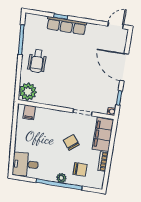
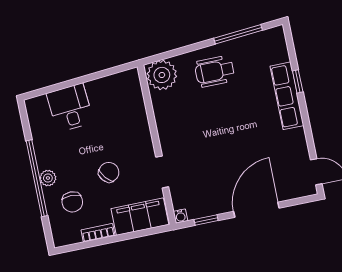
filing cabinet: (29, 112) -> (131, 89), removed
desk: (25, 164) -> (70, 108), moved

